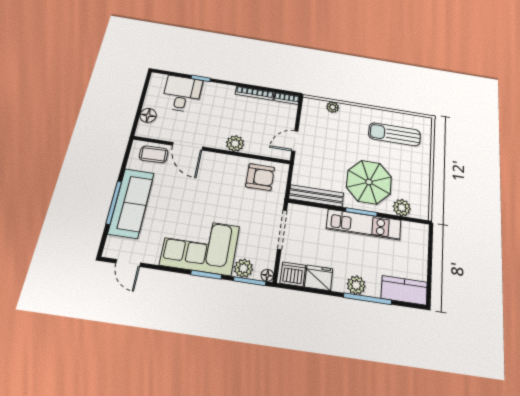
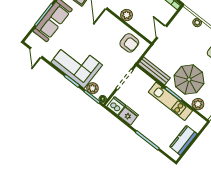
door: (295, 141) -> (162, 32), hinge flipped
plant: (356, 285) -> (146, 130), removed
kitchen counter: (404, 290) -> (183, 140), moved, turned -90

